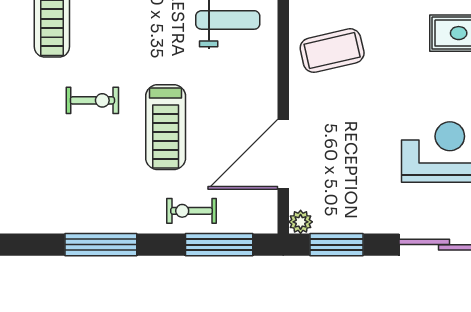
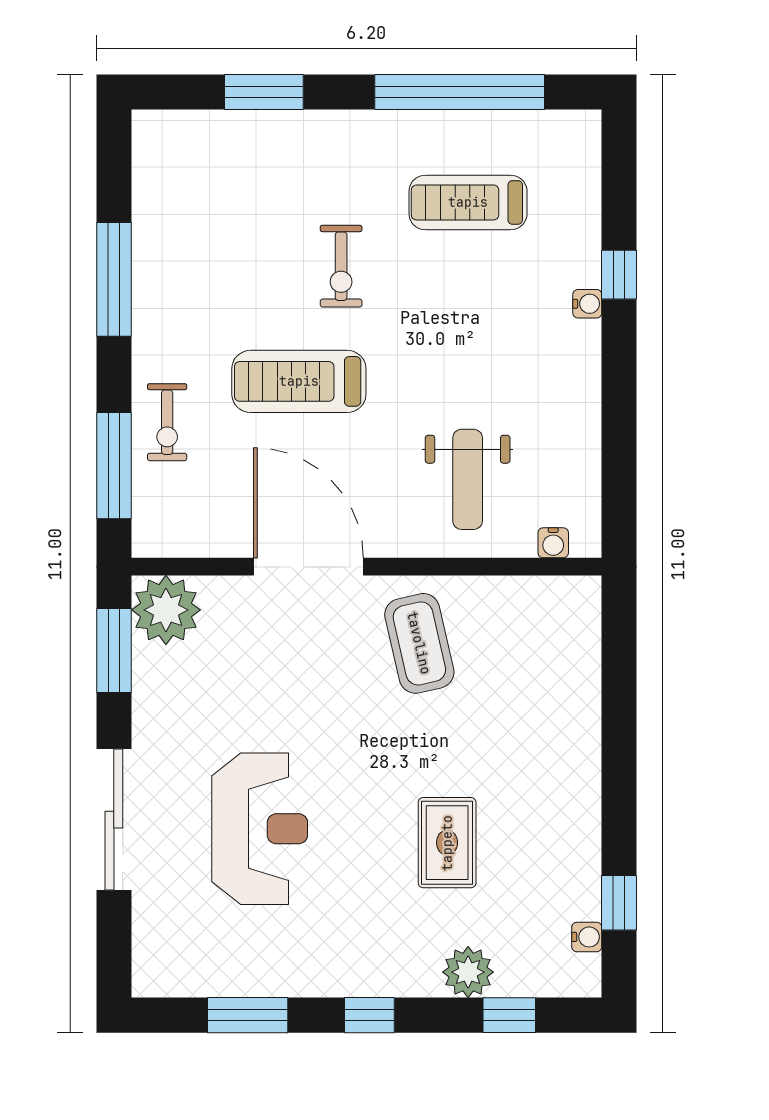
door: (283, 154) -> (308, 567), moved
exercise bike: (192, 211) -> (167, 422), turned 180
plant: (301, 222) -> (166, 610), width x1.88, depth x1.88

